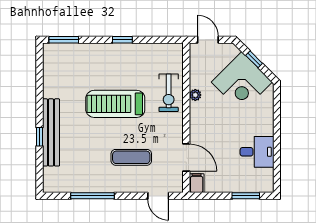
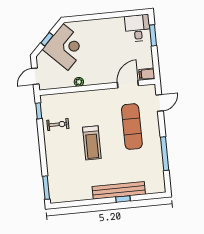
window: (122, 40) -> (39, 111), moved
exercise bike: (169, 93) -> (58, 124), moved, width x0.73, depth x0.72
treadmill: (115, 104) -> (92, 143), width x0.73, depth x0.73
desk: (257, 152) -> (138, 28), moved
exercise mat: (131, 157) -> (132, 127), width x1.36, depth x1.45

